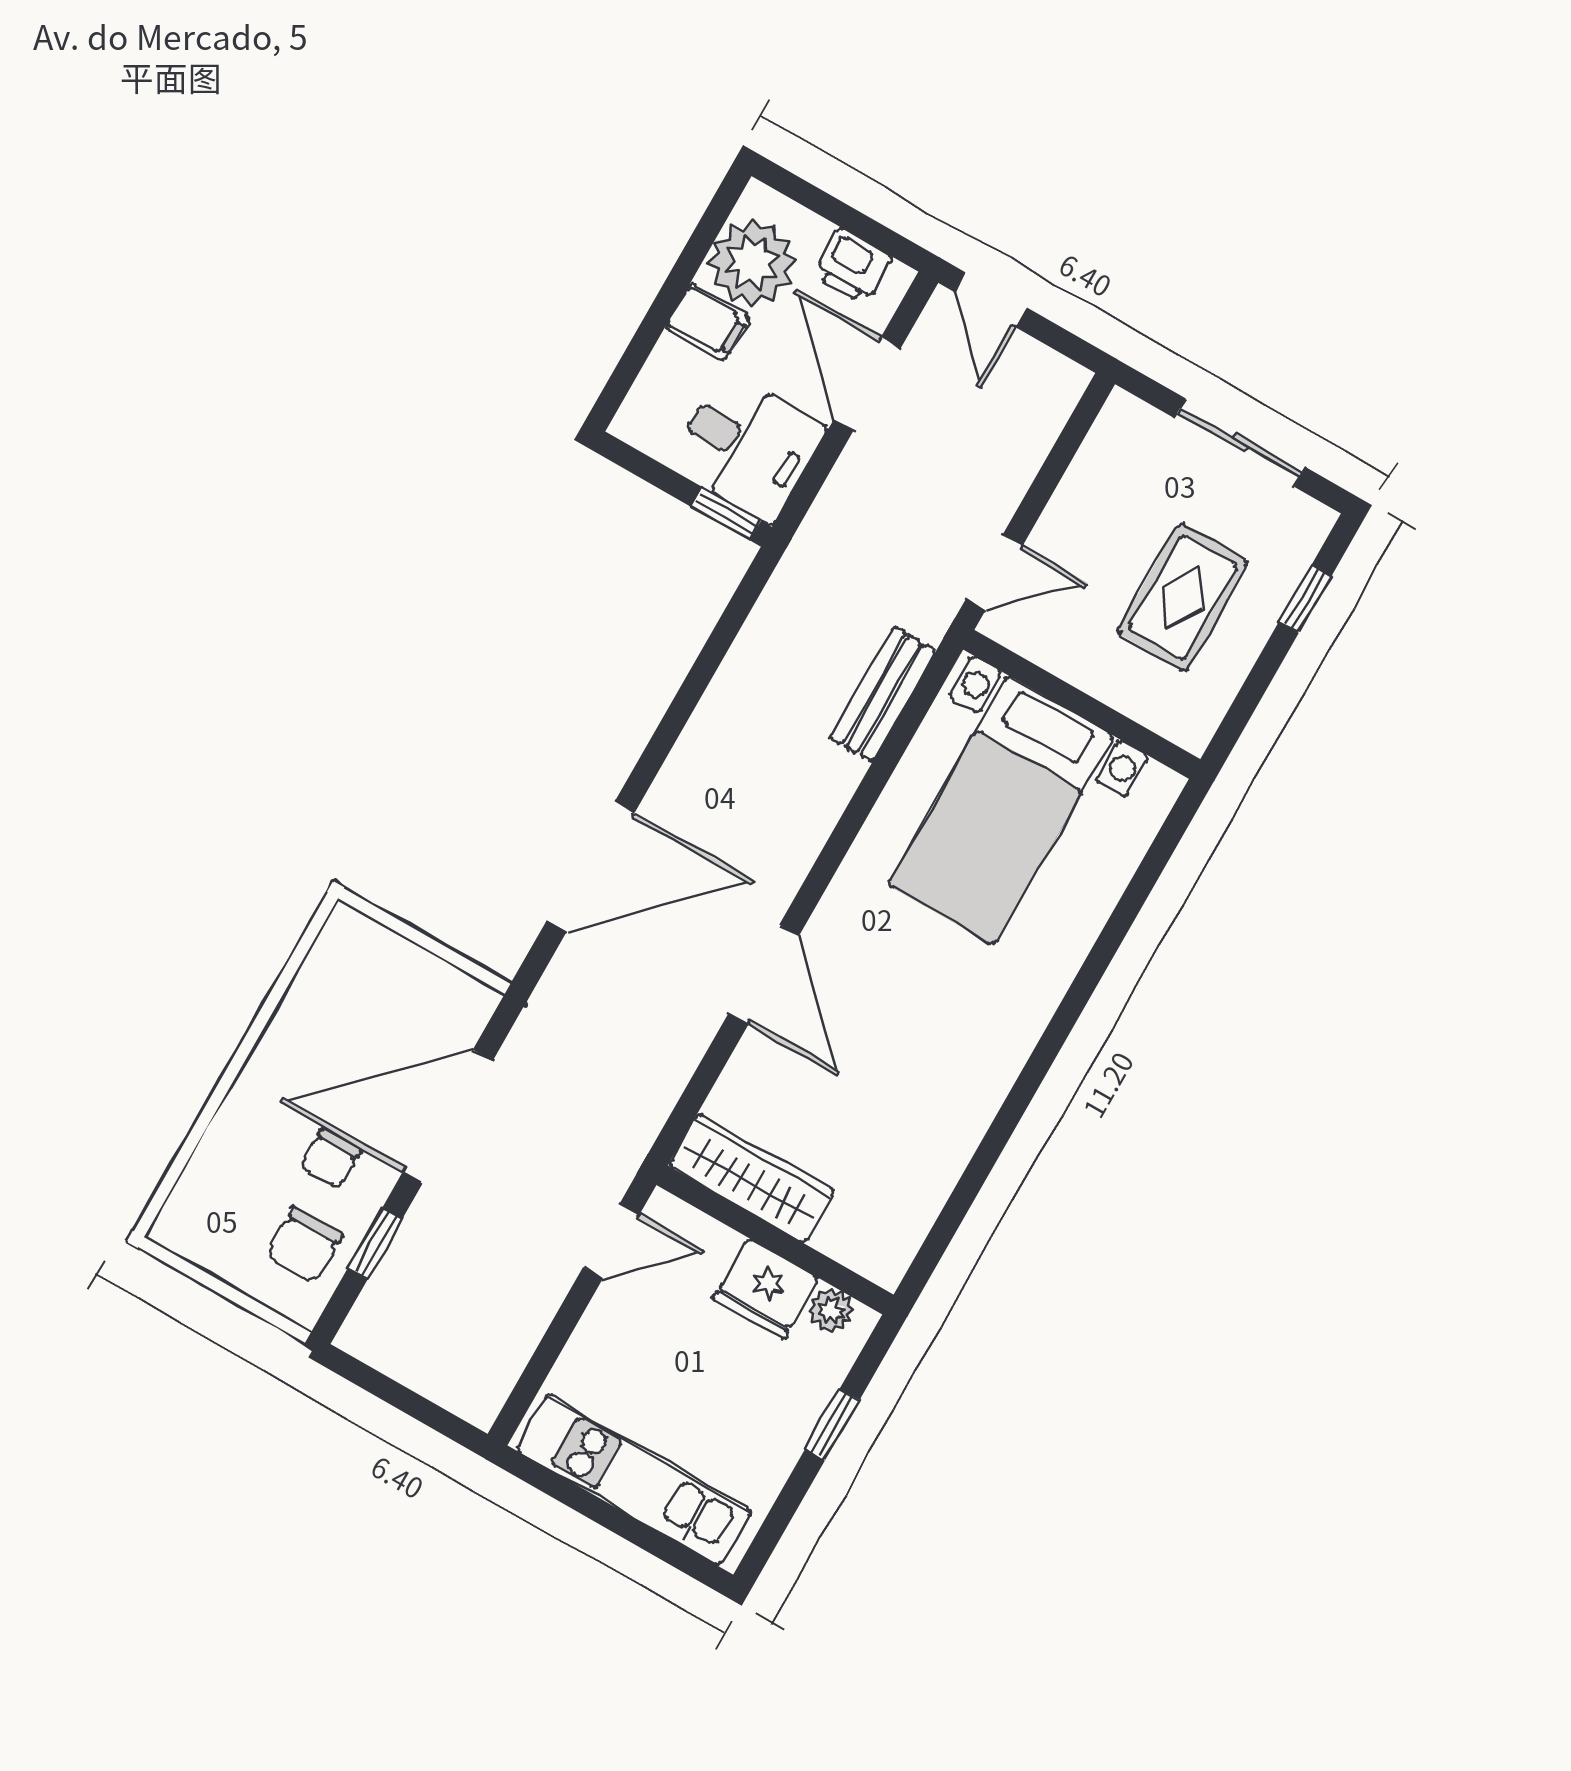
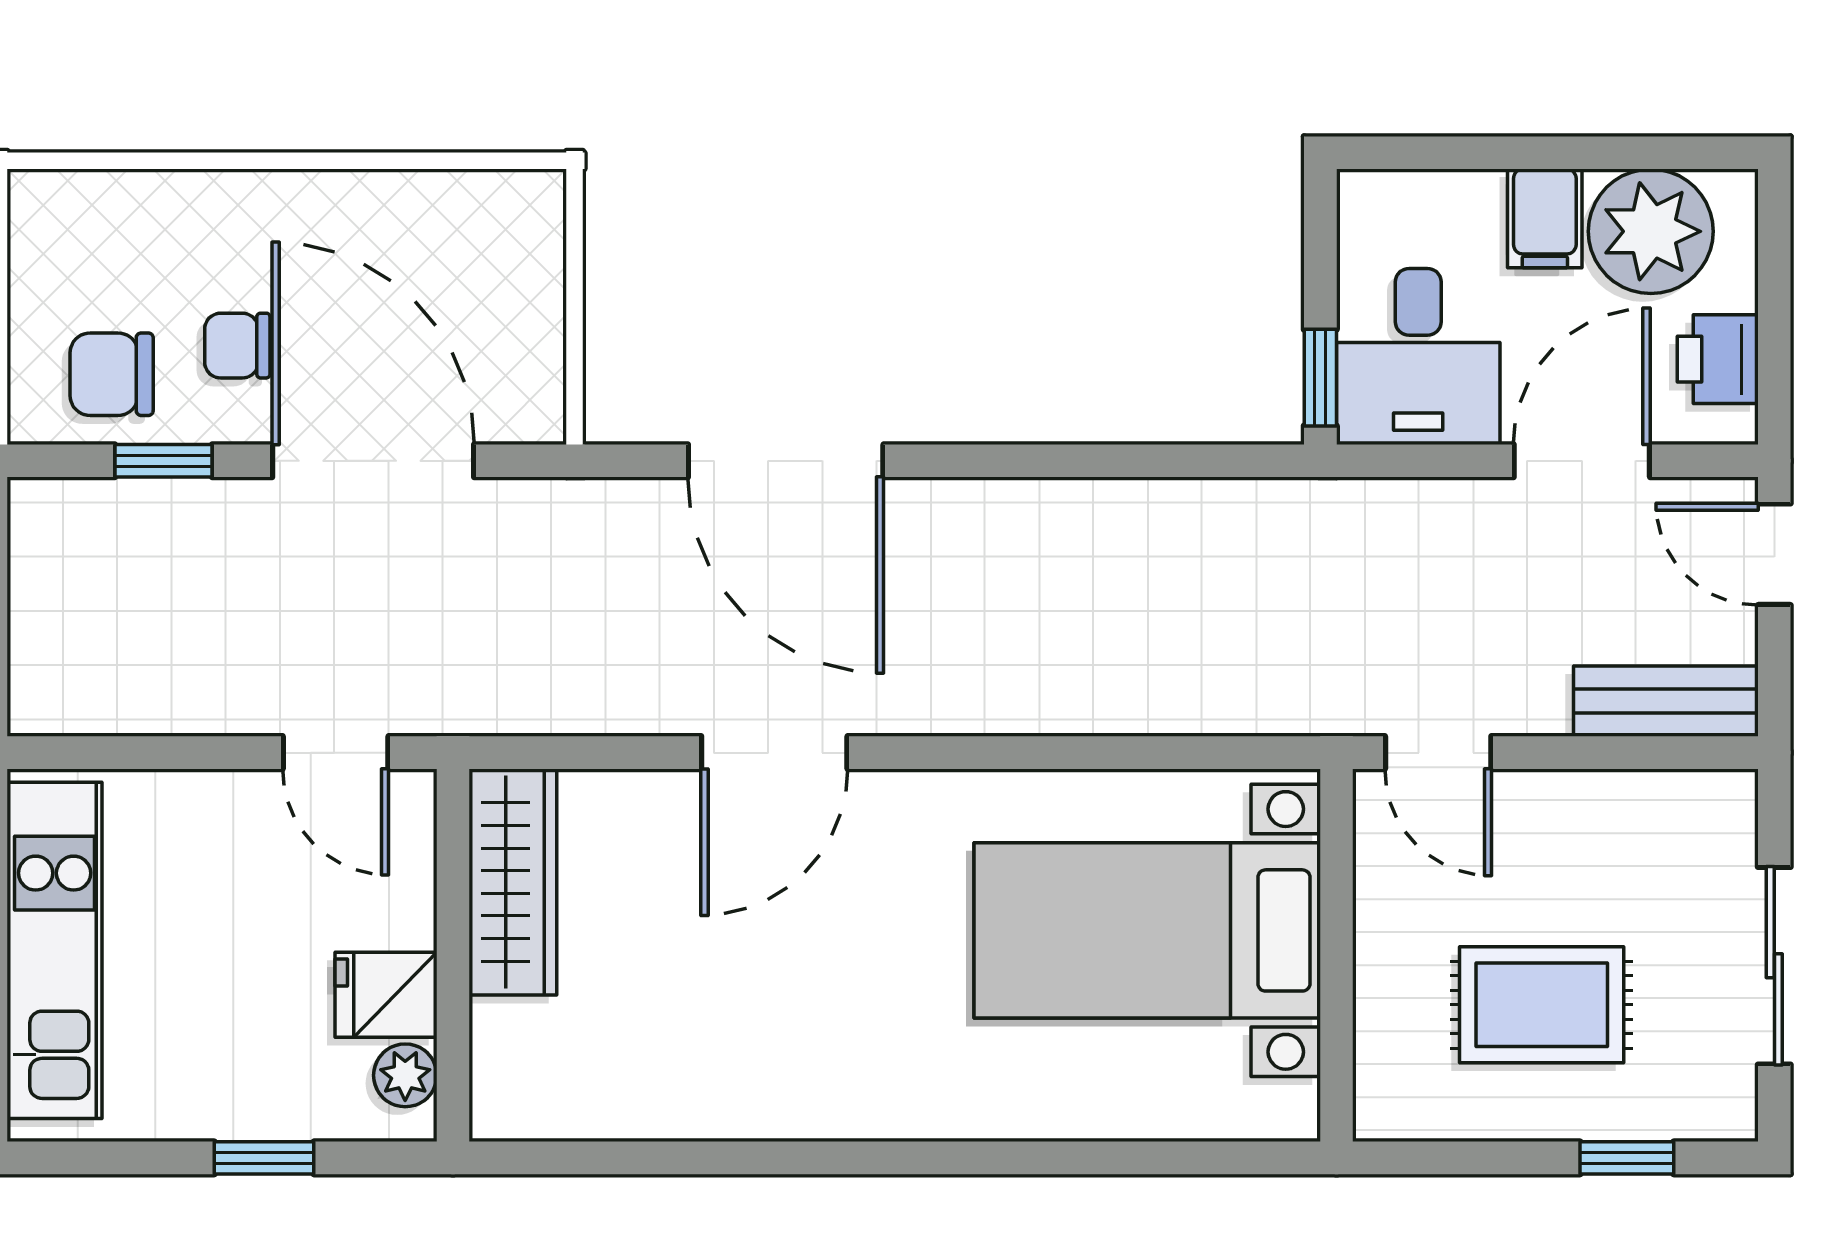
door: (991, 300) -> (1774, 554), hinge flipped
bench: (883, 694) -> (1666, 701), moved
fridge: (766, 1288) -> (386, 995), width x0.72

